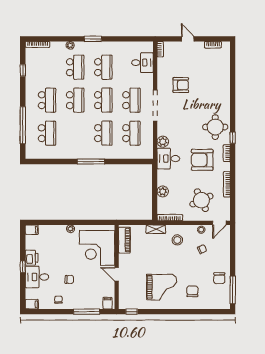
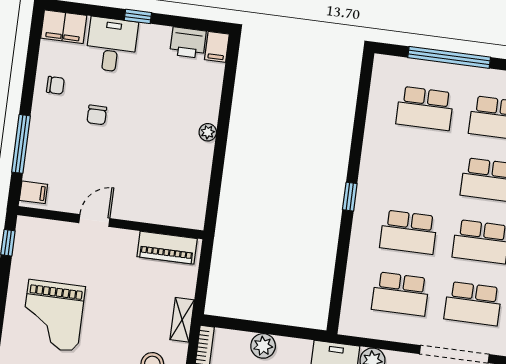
window: (91, 162) -> (350, 197), width x0.46
corner desk: (97, 248) -> (158, 185), removed
printer: (32, 258) -> (188, 43), moved
filing cabinet: (32, 304) -> (64, 27), width x2.00

